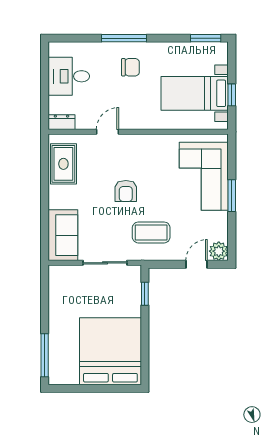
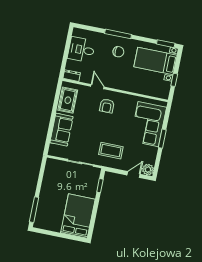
bed with nightstands: (195, 93) -> (156, 61), moved
door: (107, 132) -> (97, 87), hinge flipped
armchair: (126, 191) -> (107, 106), moved
sofa: (63, 235) -> (62, 130), moved
bed: (110, 351) -> (78, 216), width x0.73

